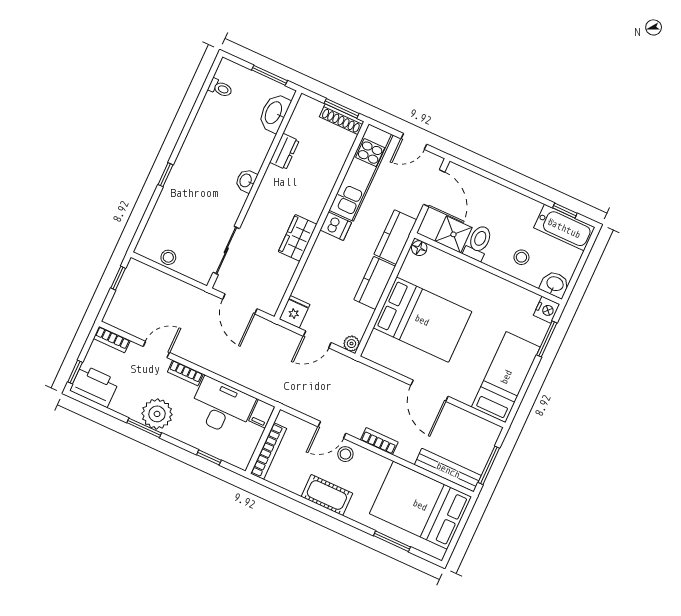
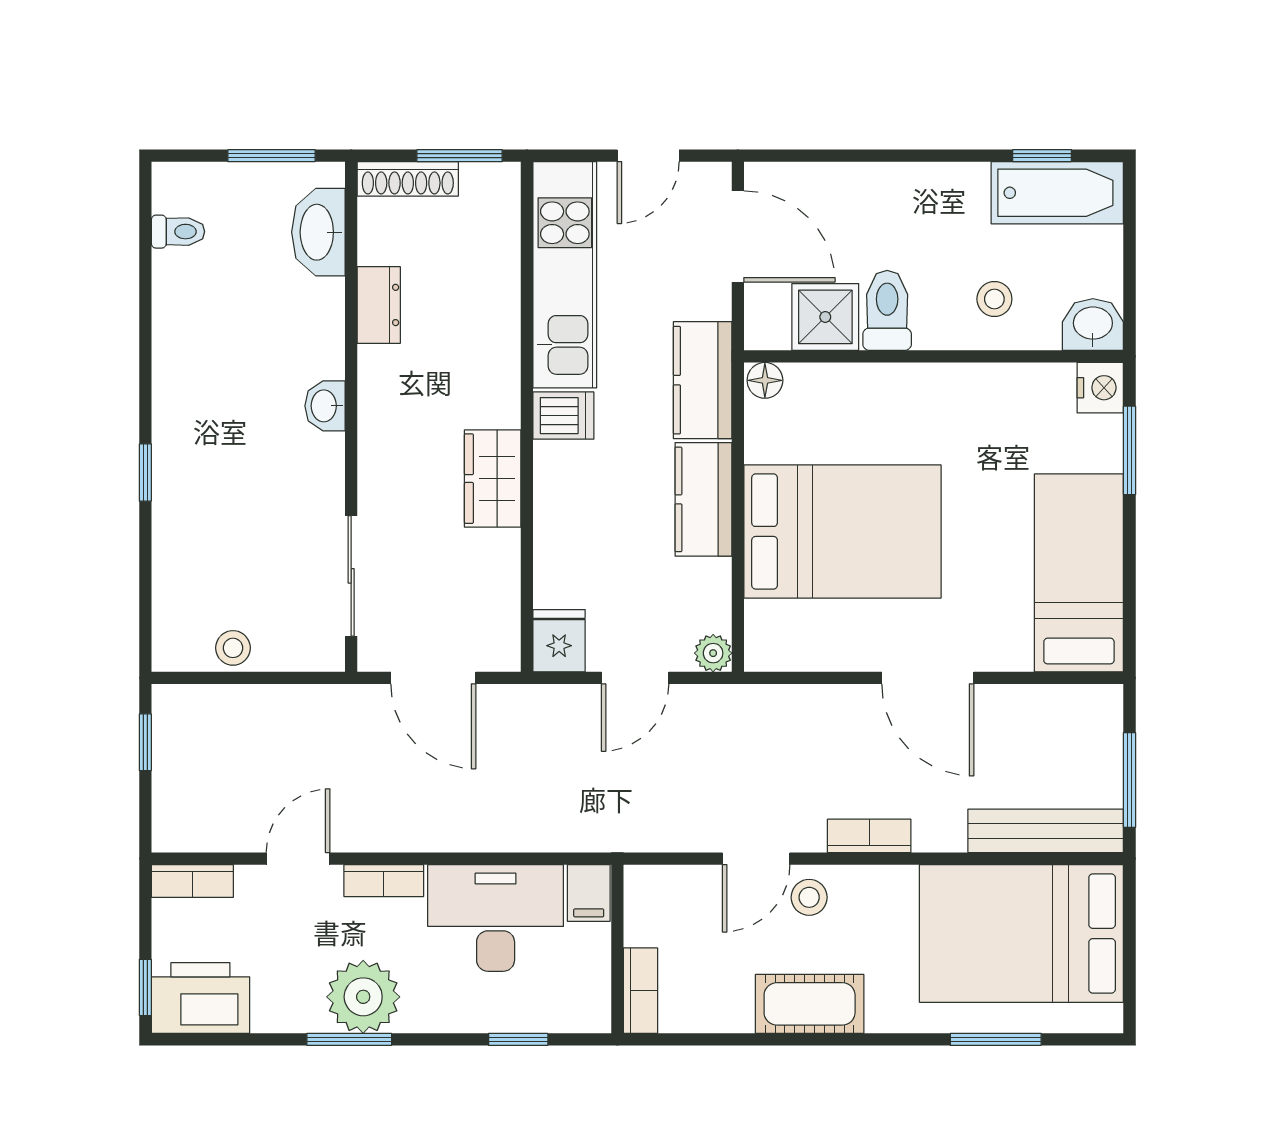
shoe rack: (342, 119) -> (408, 179), moved
bookcase: (269, 451) -> (640, 991), width x0.64

